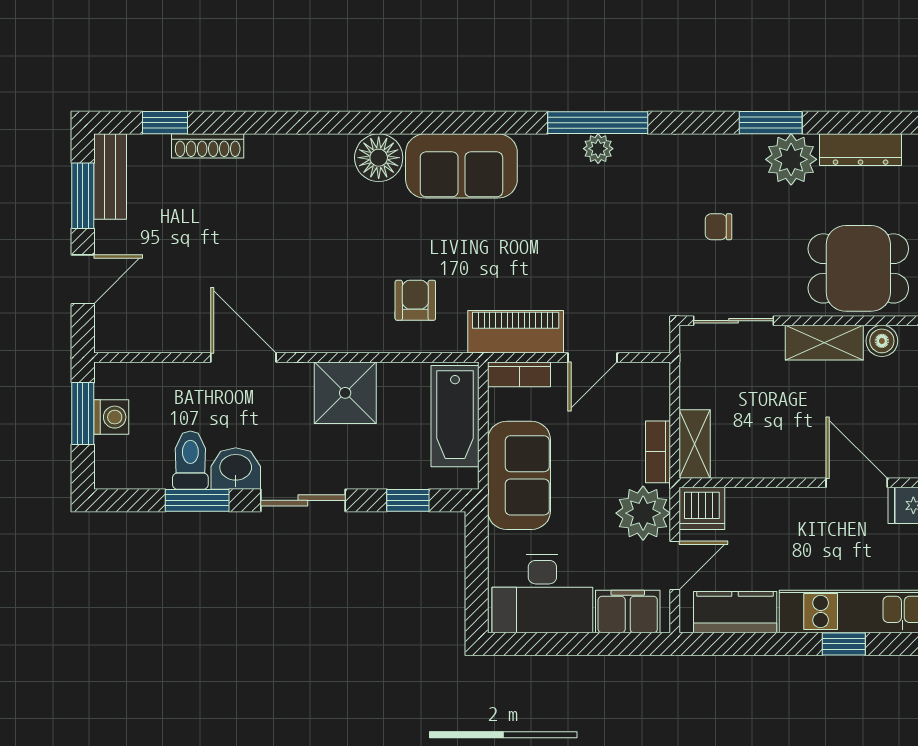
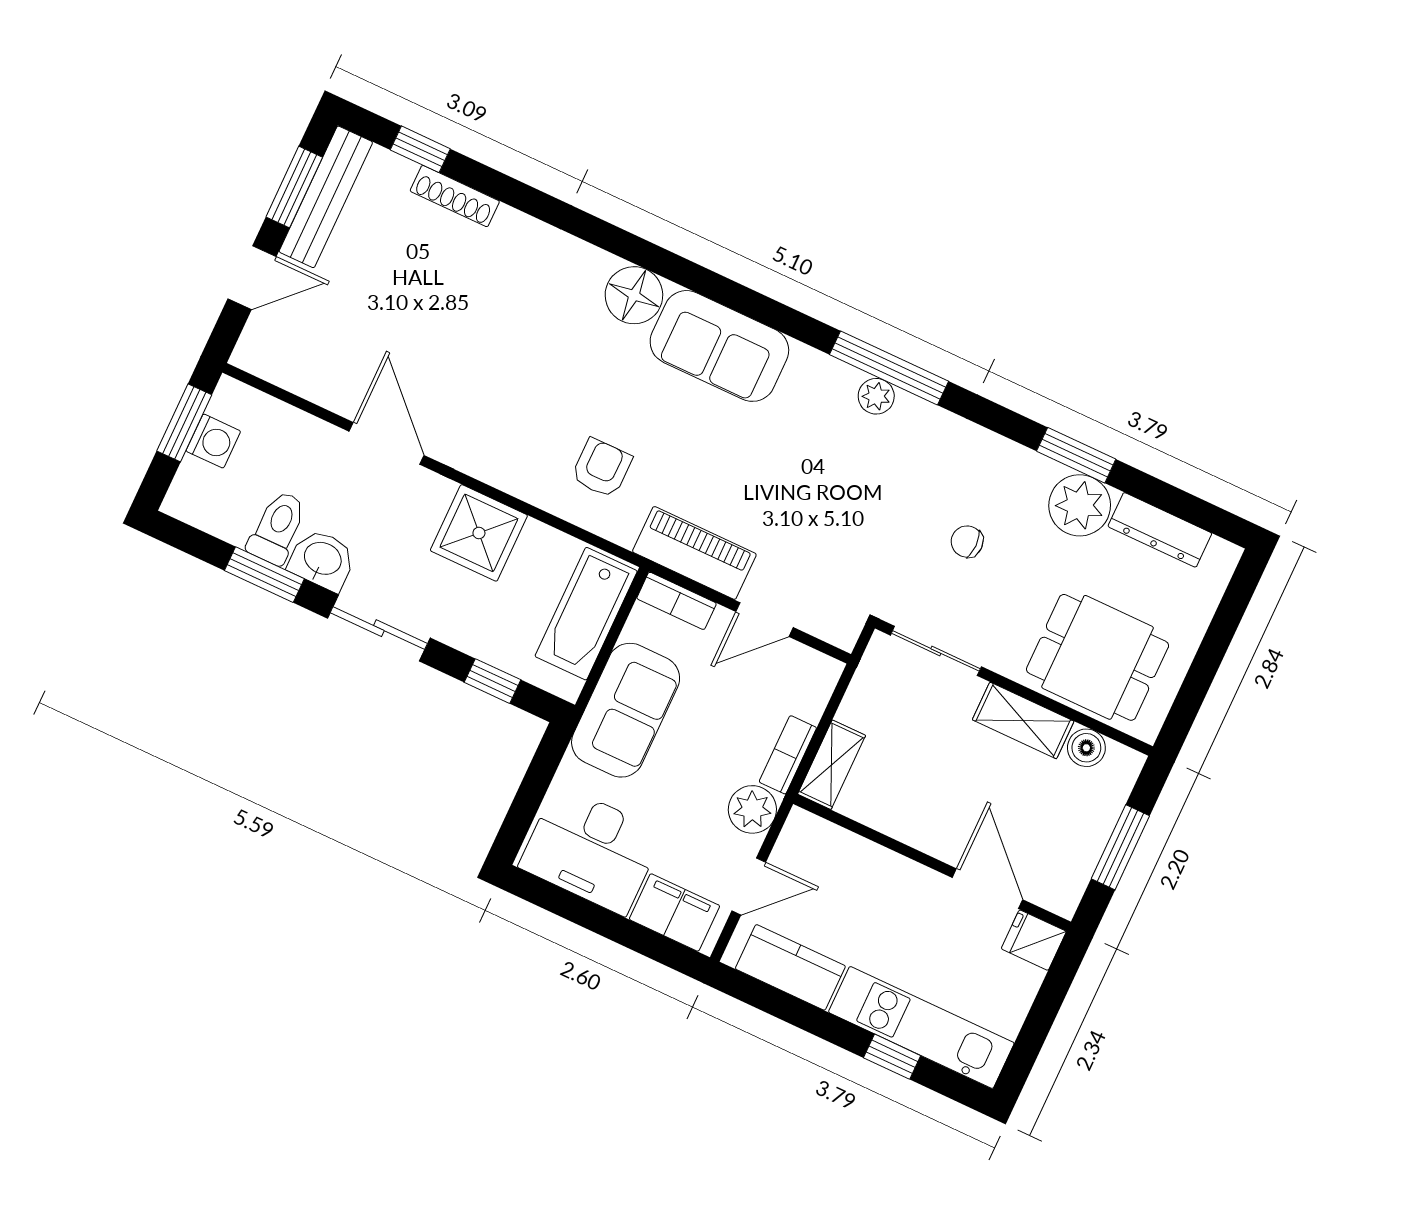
bench: (110, 177) -> (326, 197), width x1.36
dishwasher: (702, 508) -> (807, 838), removed
plant: (643, 513) -> (752, 809), width x0.73, depth x0.73

